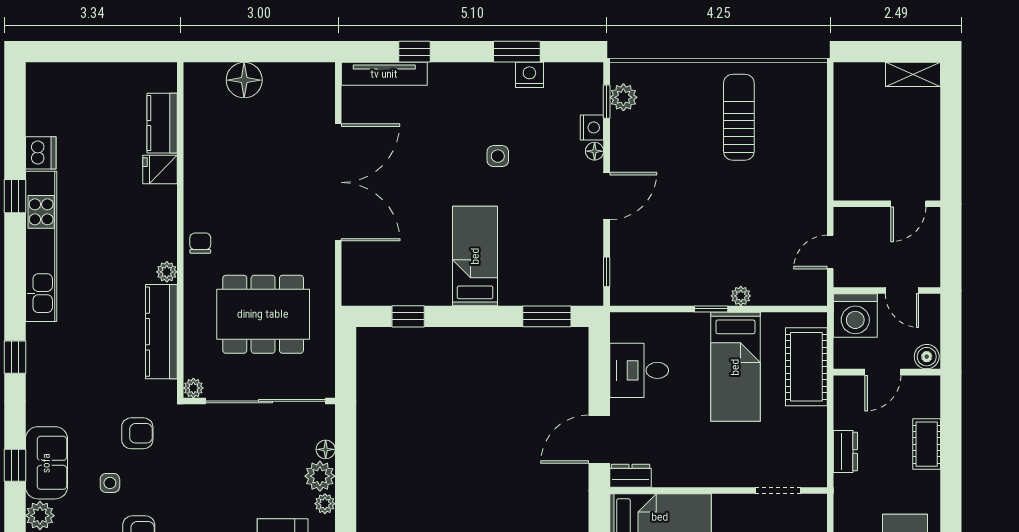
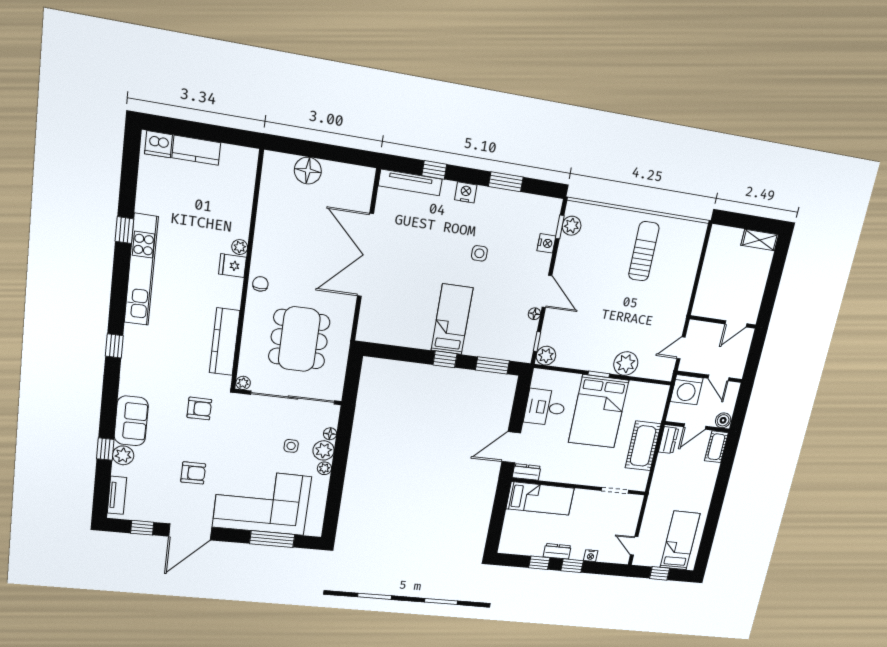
nightstand: (529, 75) -> (466, 192), moved
kitchen counter: (162, 123) -> (196, 150), moved, turned -90
floor lamp: (595, 151) -> (534, 314), moved
dishwasher: (41, 153) -> (159, 144), moved, turned 90
fridge: (160, 170) -> (232, 266), moved
double door: (338, 182) -> (365, 255), swing flipped
door: (607, 196) -> (547, 291), hinge flipped
plant: (167, 272) -> (240, 247), moved
plant: (624, 291) -> (546, 356), added
plant: (741, 296) -> (626, 364), width x1.88, depth x1.88
dining table: (263, 314) -> (299, 339), turned 90
window: (408, 316) -> (445, 359), moved
bed: (735, 367) -> (598, 411), width x1.50
cot: (806, 367) -> (643, 446), moved
cot: (927, 444) -> (716, 447), moved
dresser: (845, 451) -> (668, 440), moved
window: (15, 465) -> (105, 449), moved
side table: (110, 483) -> (291, 446), moved

